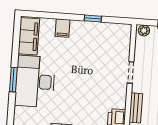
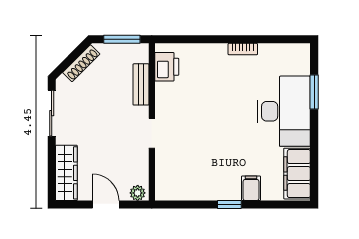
window: (93, 19) -> (229, 205), moved
window: (13, 80) -> (314, 92), moved

